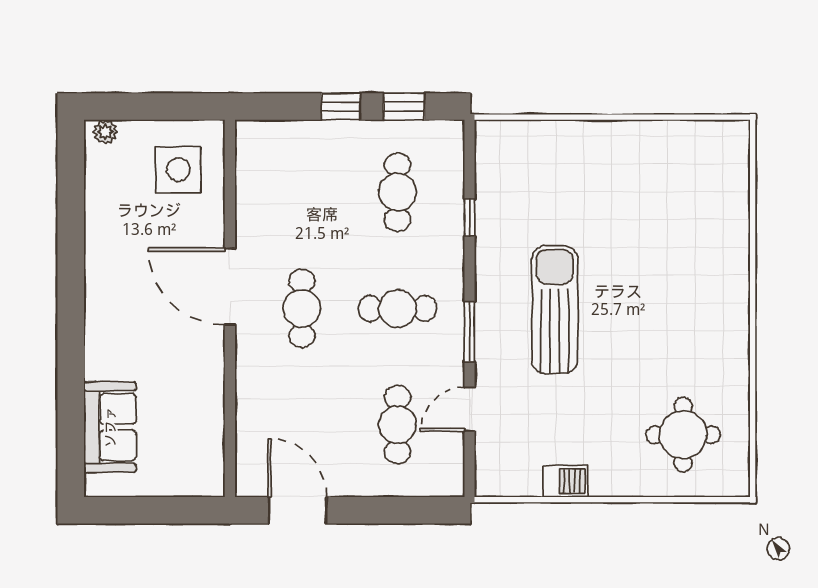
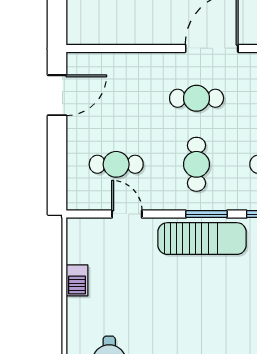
sun lounger: (555, 310) -> (202, 239), moved
window: (469, 332) -> (206, 214), moved

